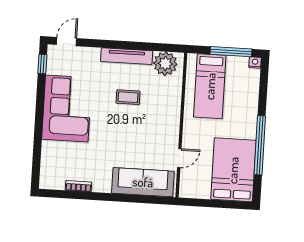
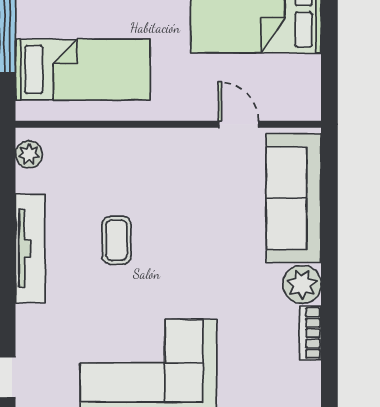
plant: (165, 64) -> (29, 154), width x0.53, depth x0.53
plant: (102, 184) -> (302, 284), added

